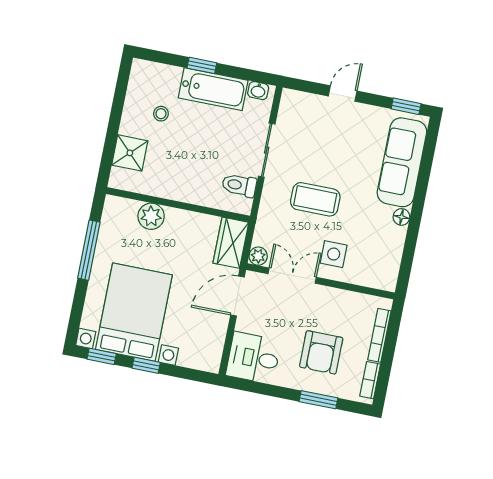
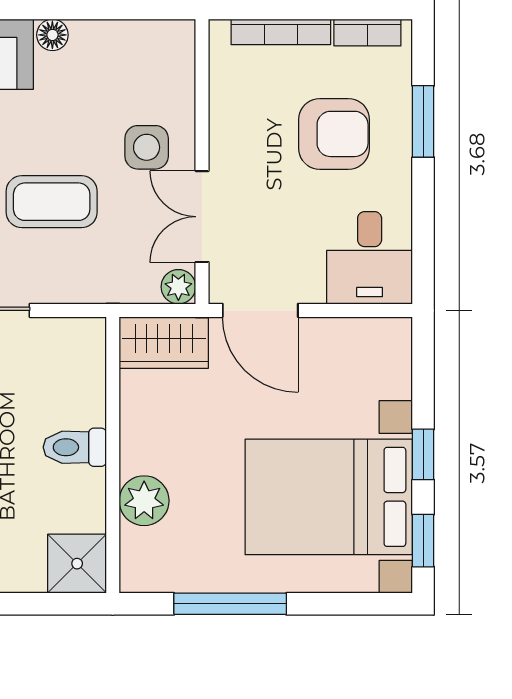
shower: (130, 153) -> (77, 564), moved
toilet: (239, 185) -> (75, 447), moved, turned 90
coffee table: (315, 199) -> (52, 202), turned 90

